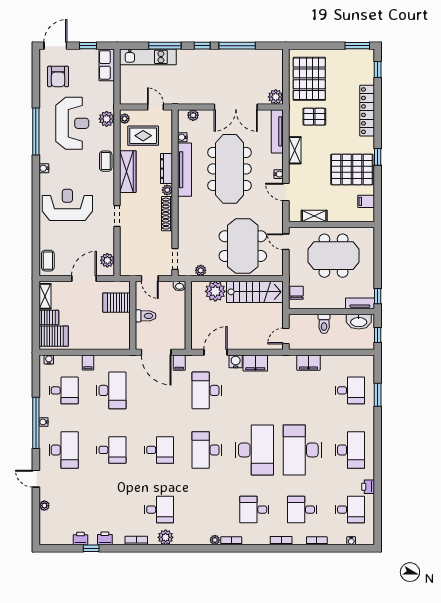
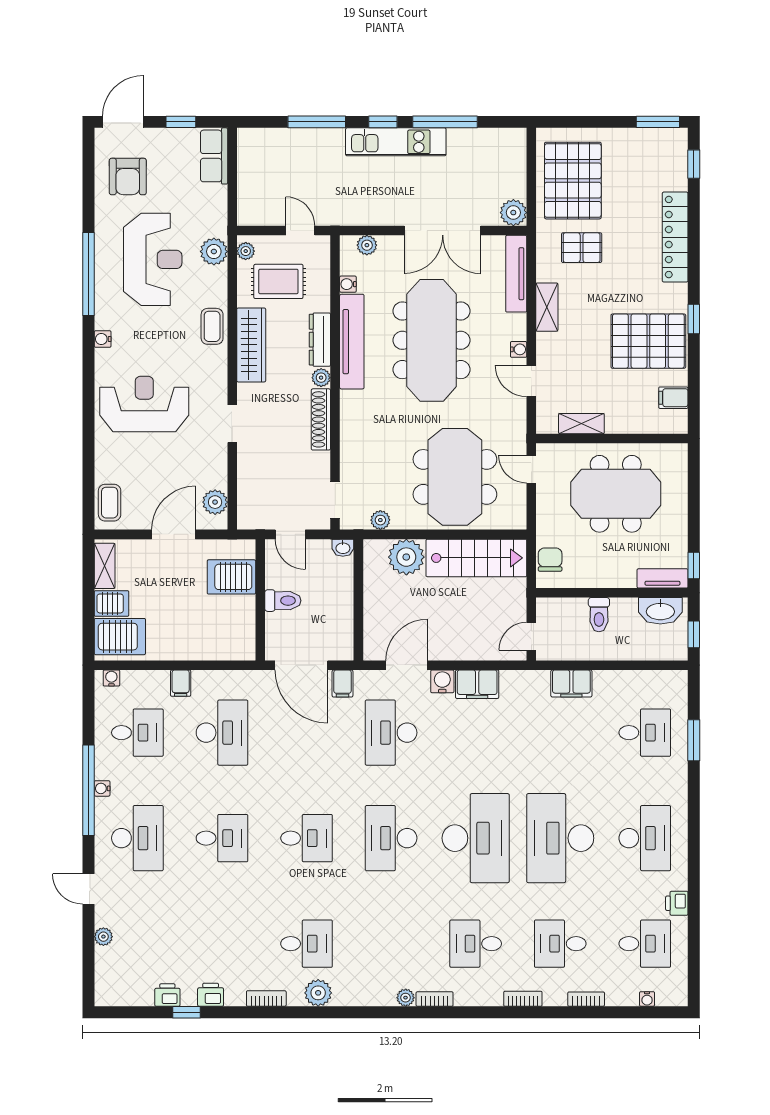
kitchen unit: (148, 57) -> (396, 142), moved

